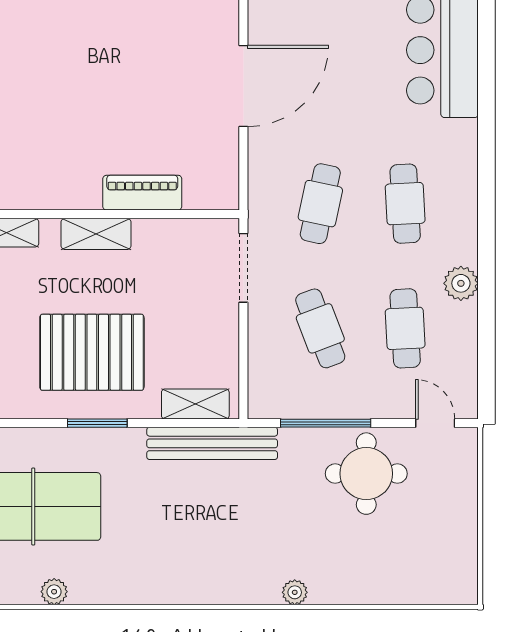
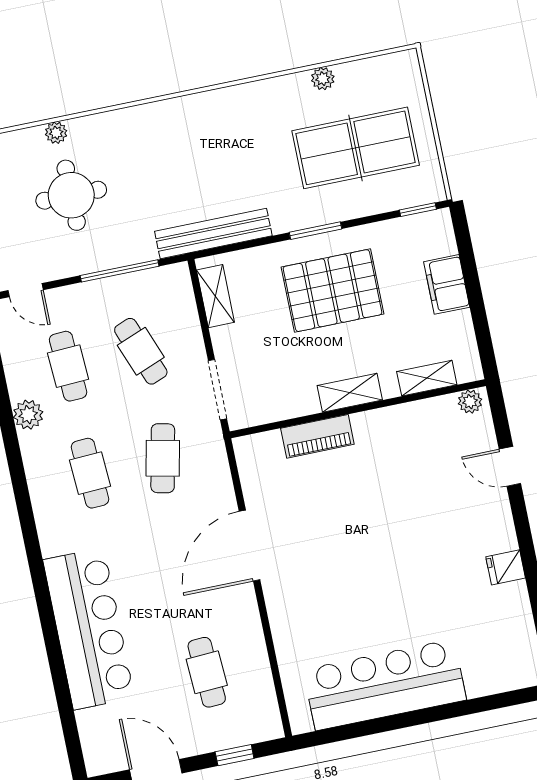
shelving: (195, 404) -> (215, 296), moved, turned 90
round table: (366, 474) -> (71, 195), moved
plant: (295, 592) -> (56, 133), moved

